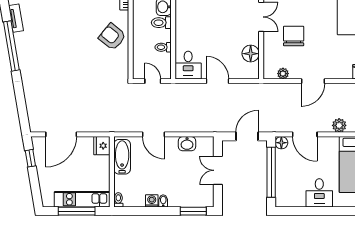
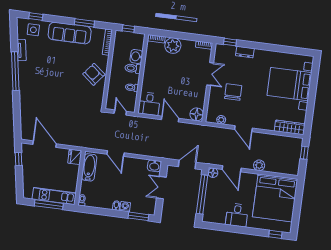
floor lamp: (251, 54) -> (197, 114), moved
door: (313, 81) -> (243, 129), hinge flipped
door: (61, 134) -> (45, 144), swing flipped
washbasin: (187, 144) -> (154, 166), moved
washing machine: (152, 201) -> (125, 207), moved

